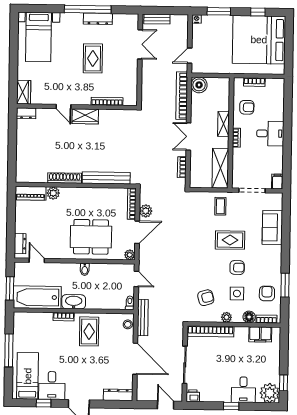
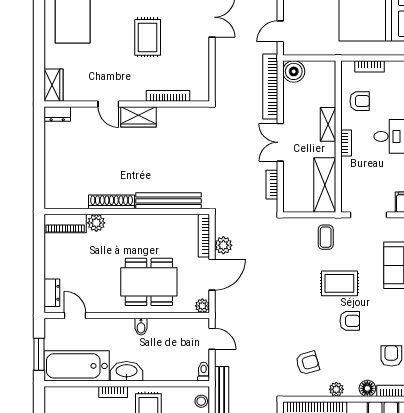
side table: (237, 293) -> (350, 356), removed

